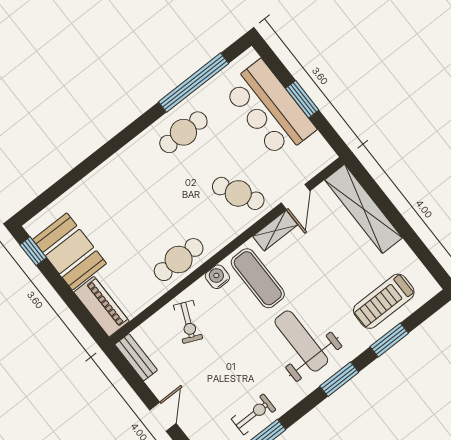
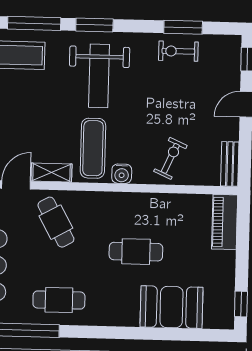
booth: (70, 251) -> (171, 307), moved, turned 90
cafe table: (179, 260) -> (136, 252), moved
window: (389, 340) -> (34, 23), width x1.44

